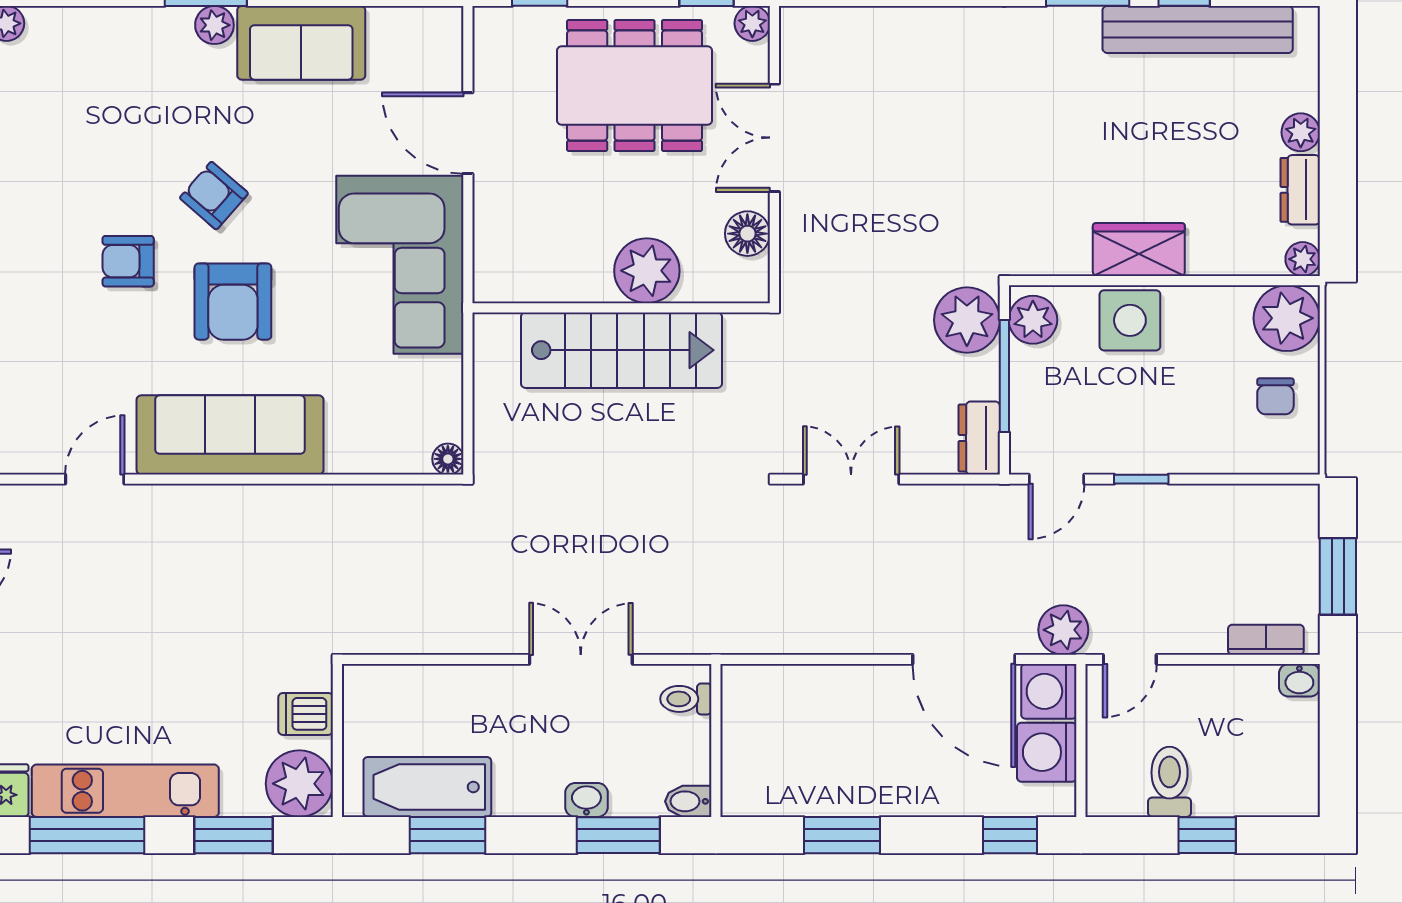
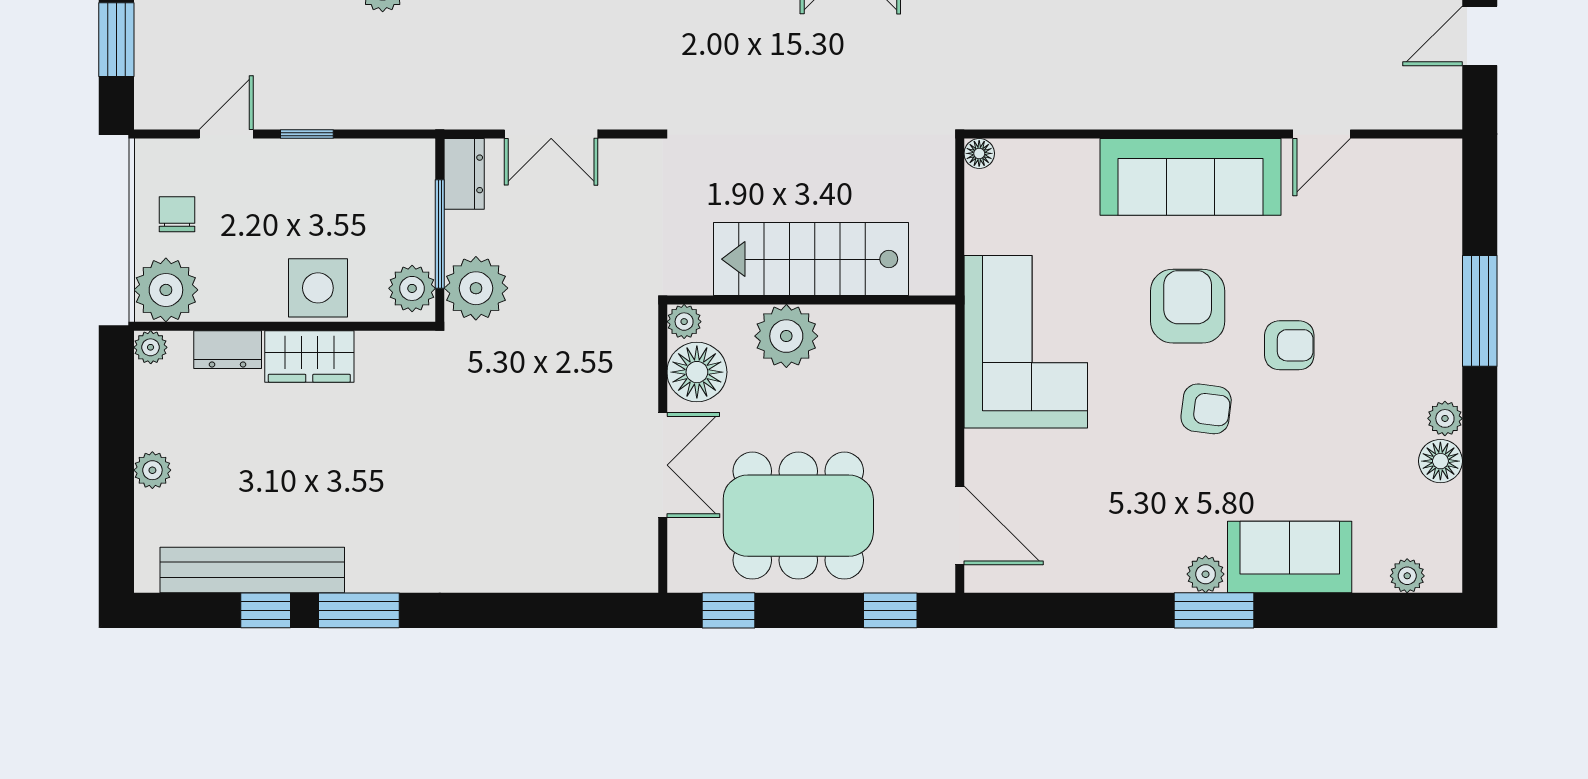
plant: (752, 23) -> (684, 322), moved
sofa: (301, 43) -> (1290, 557), moved
door: (468, 133) -> (960, 525), moved
dresser: (1300, 190) -> (228, 350), moved, turned 90
armchair: (214, 196) -> (1206, 409), turned -34
floor lamp: (747, 234) -> (697, 372), width x1.38, depth x1.38
double door: (851, 479) -> (551, 134), moved
door: (1056, 479) -> (226, 134), moved

